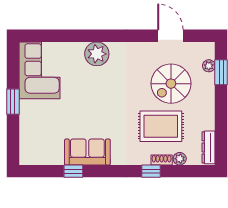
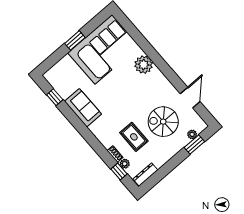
corner sofa: (39, 70) -> (104, 49), width x1.36, depth x1.36
rug: (161, 126) -> (134, 137), width x0.73, depth x0.70
window: (73, 171) -> (55, 97), moved
window: (151, 171) -> (119, 171), moved

